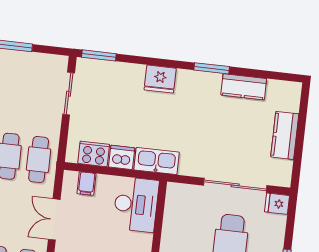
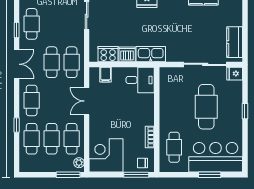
kitchen counter: (285, 135) -> (235, 42), moved
desk: (136, 204) -> (140, 80), width x0.73

